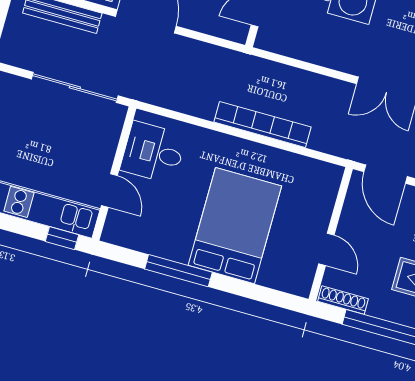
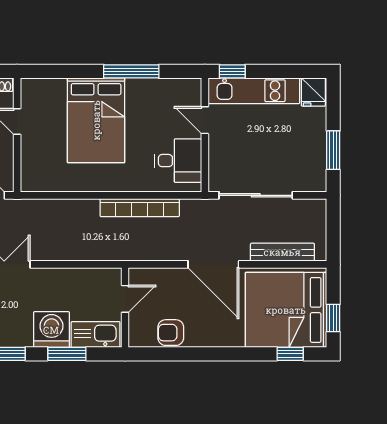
bookcase: (262, 125) -> (140, 208), moved

